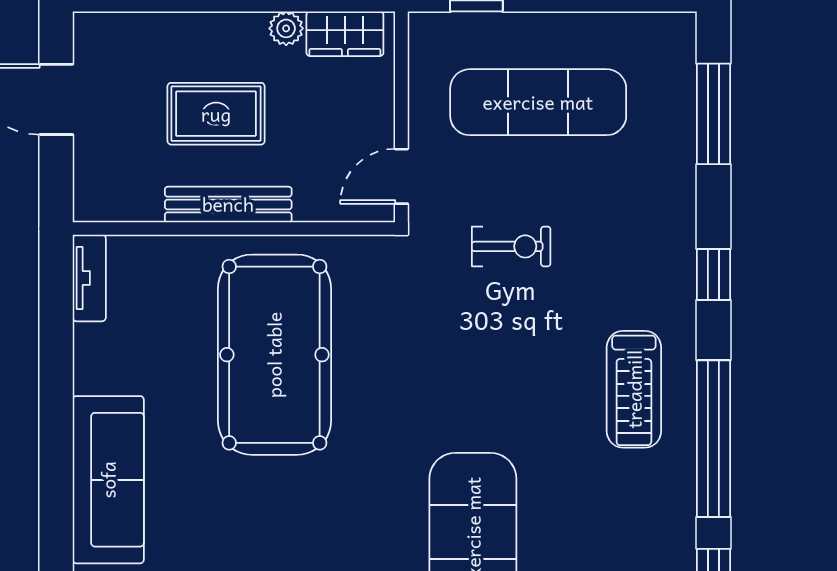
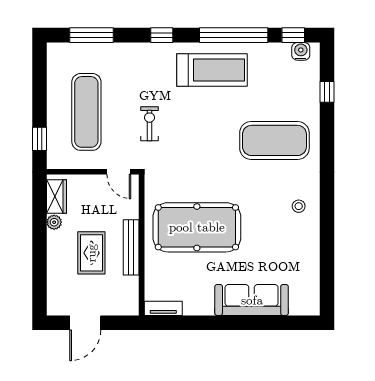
treadmill: (634, 389) -> (212, 70), width x1.37, depth x1.38

